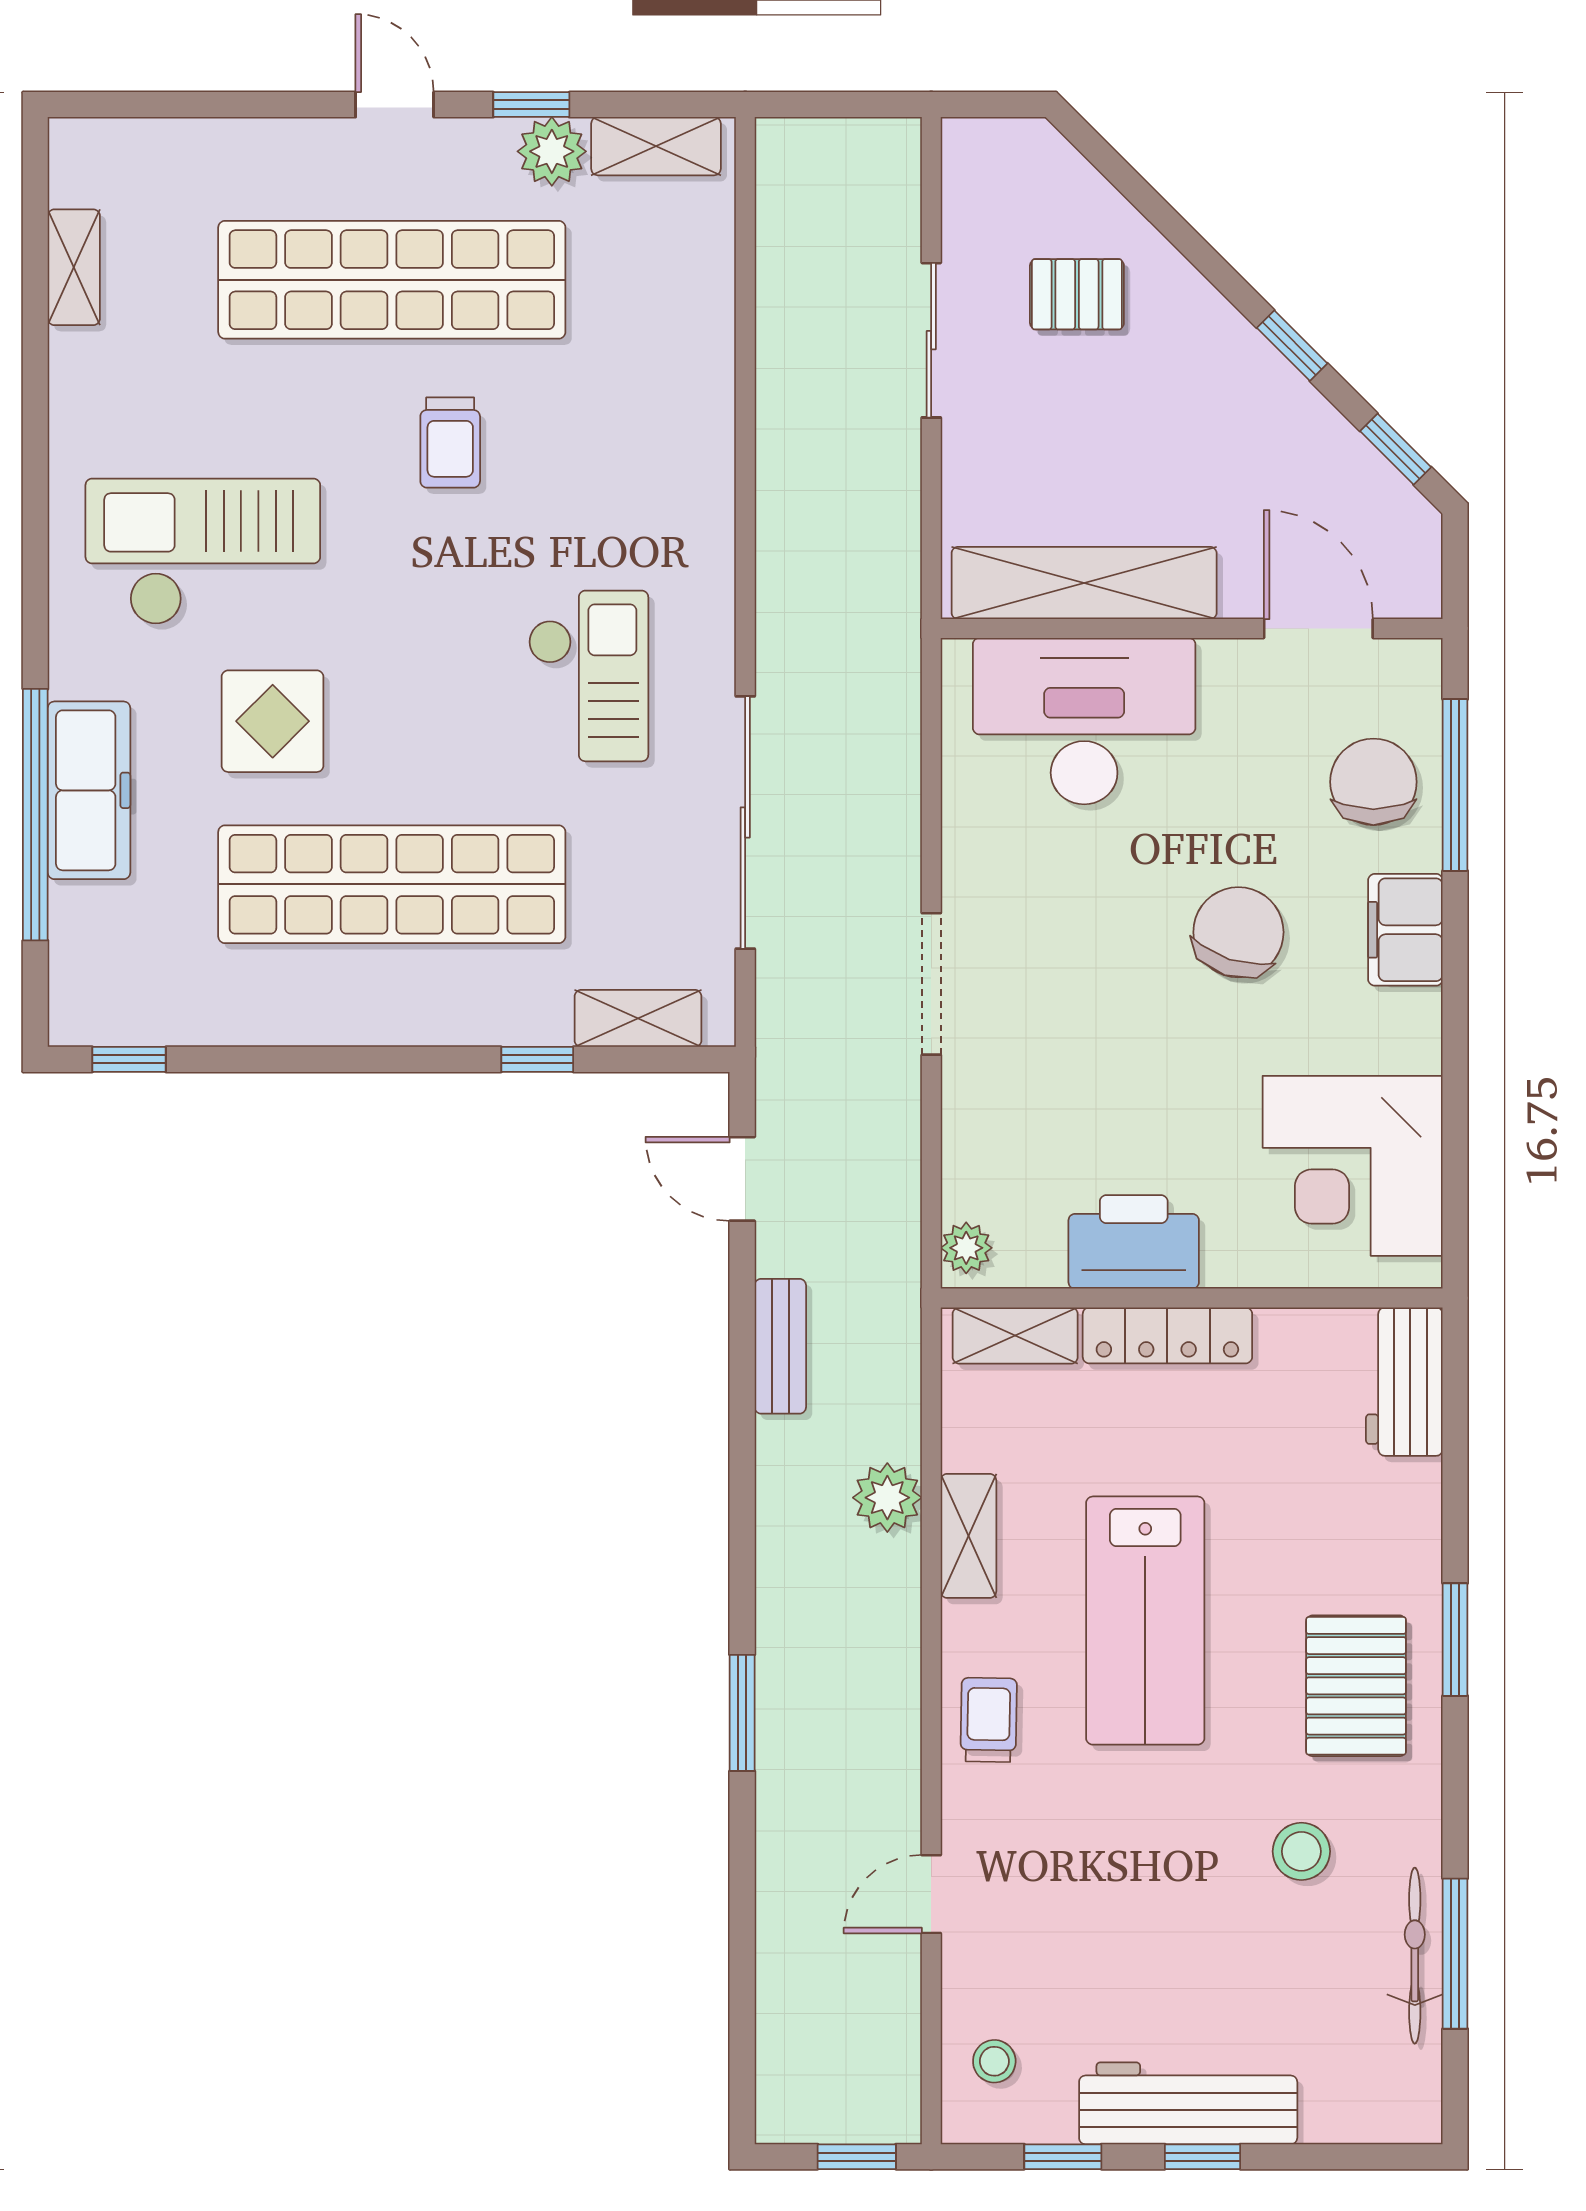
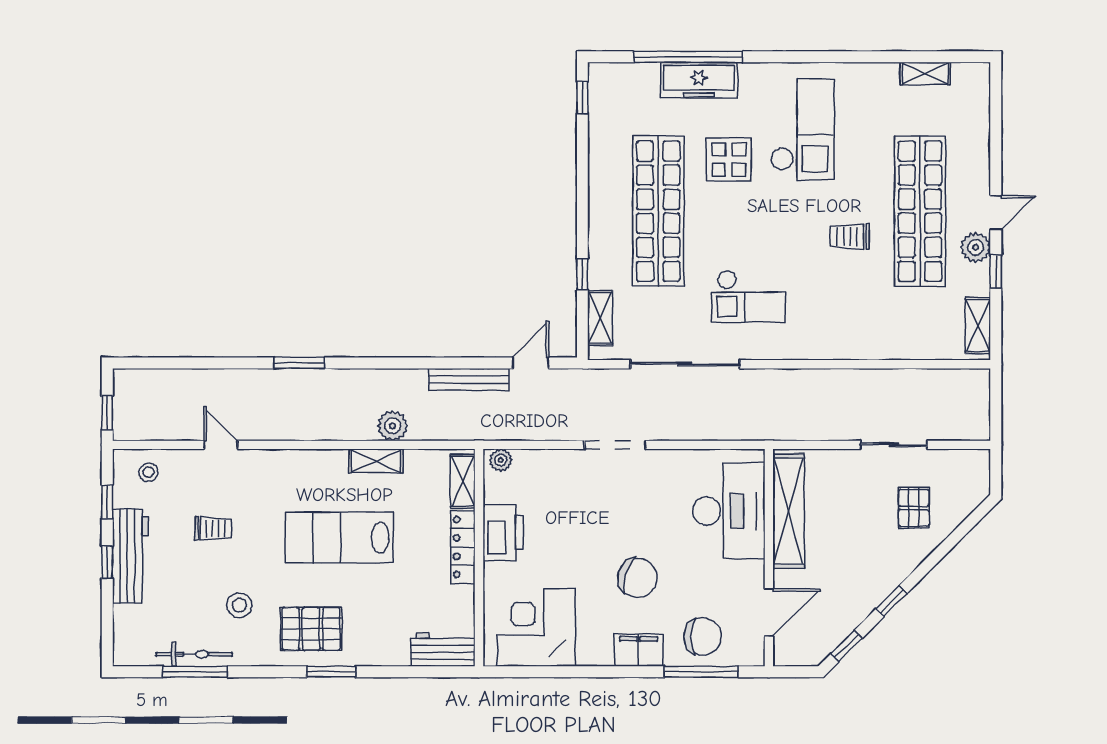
plant: (552, 151) -> (976, 247), moved
bench: (780, 1346) -> (469, 379), width x1.36
trolley: (989, 1720) -> (213, 528), moved

